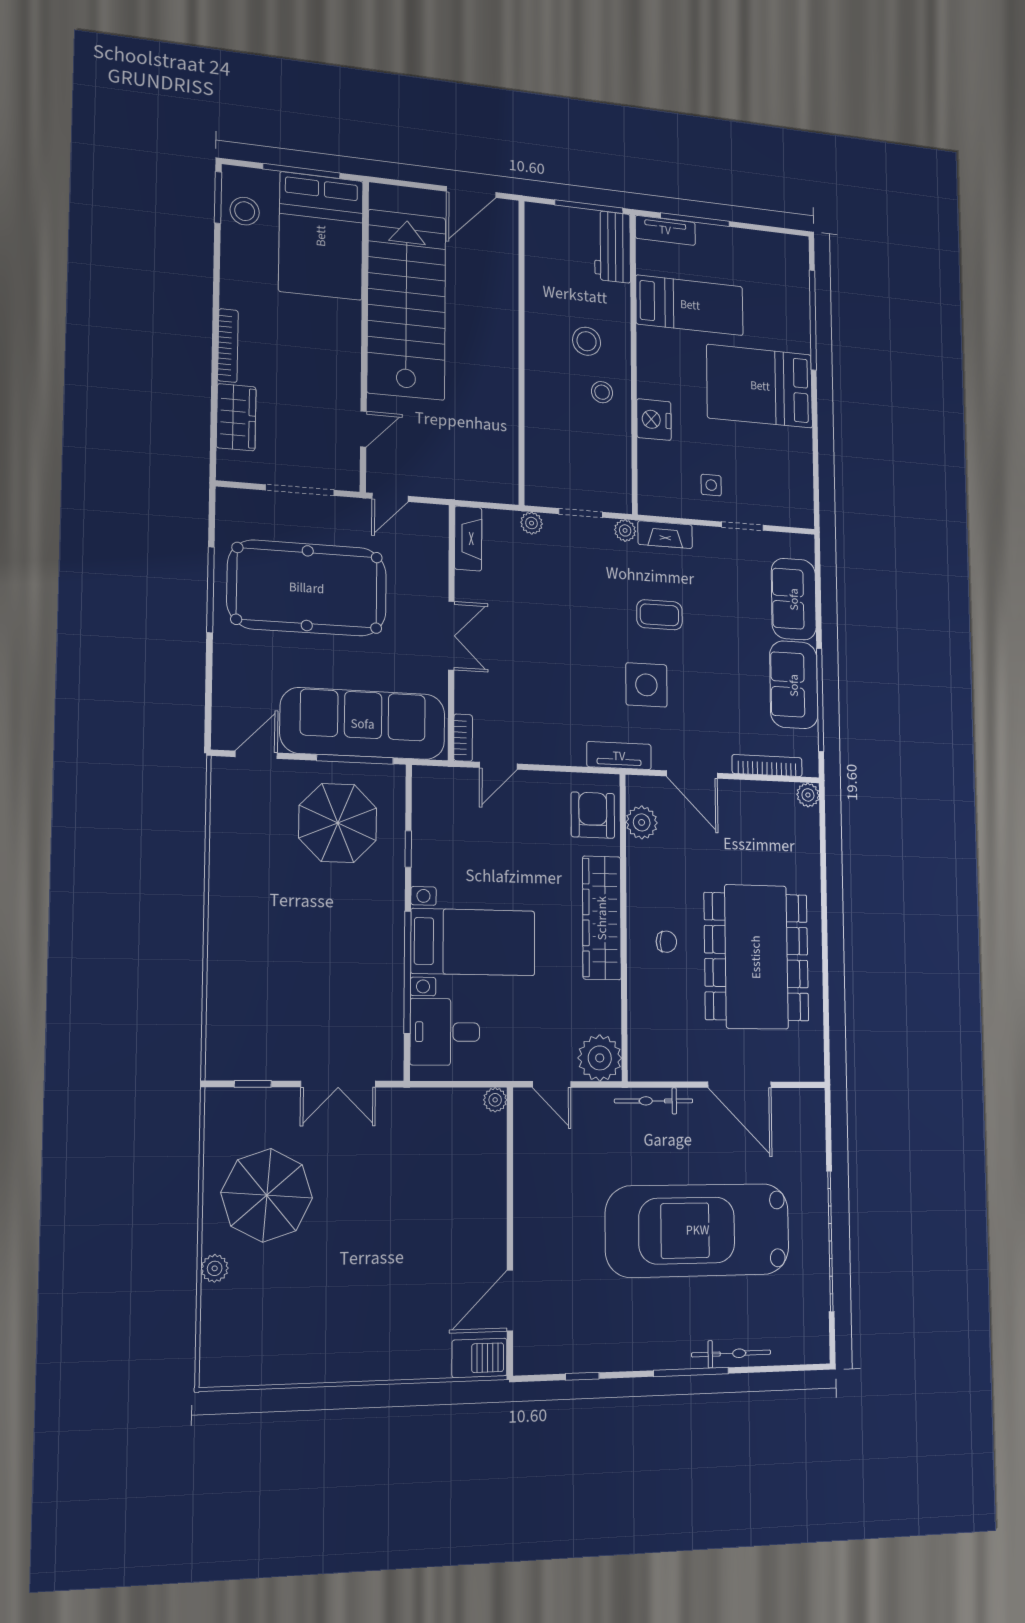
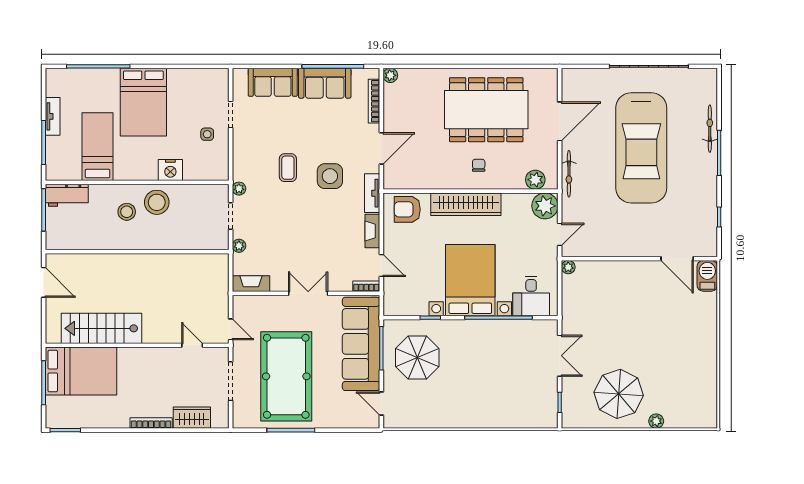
stool: (245, 211) -> (71, 415), removed
tv unit: (665, 230) -> (53, 116), moved
stairs: (406, 305) -> (102, 328), width x0.73, depth x0.66
stool: (602, 392) -> (157, 202), width x1.89, depth x1.89
fireplace: (665, 535) -> (372, 231), moved, turned 180
plant: (642, 822) -> (535, 180), moved
bed with nightstands: (473, 942) -> (470, 280), width x1.36

